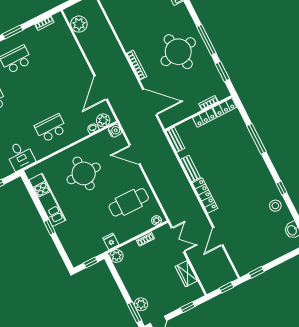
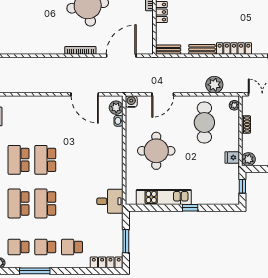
plant: (79, 24) -> (214, 85), moved
school desk: (51, 128) -> (45, 160), moved

